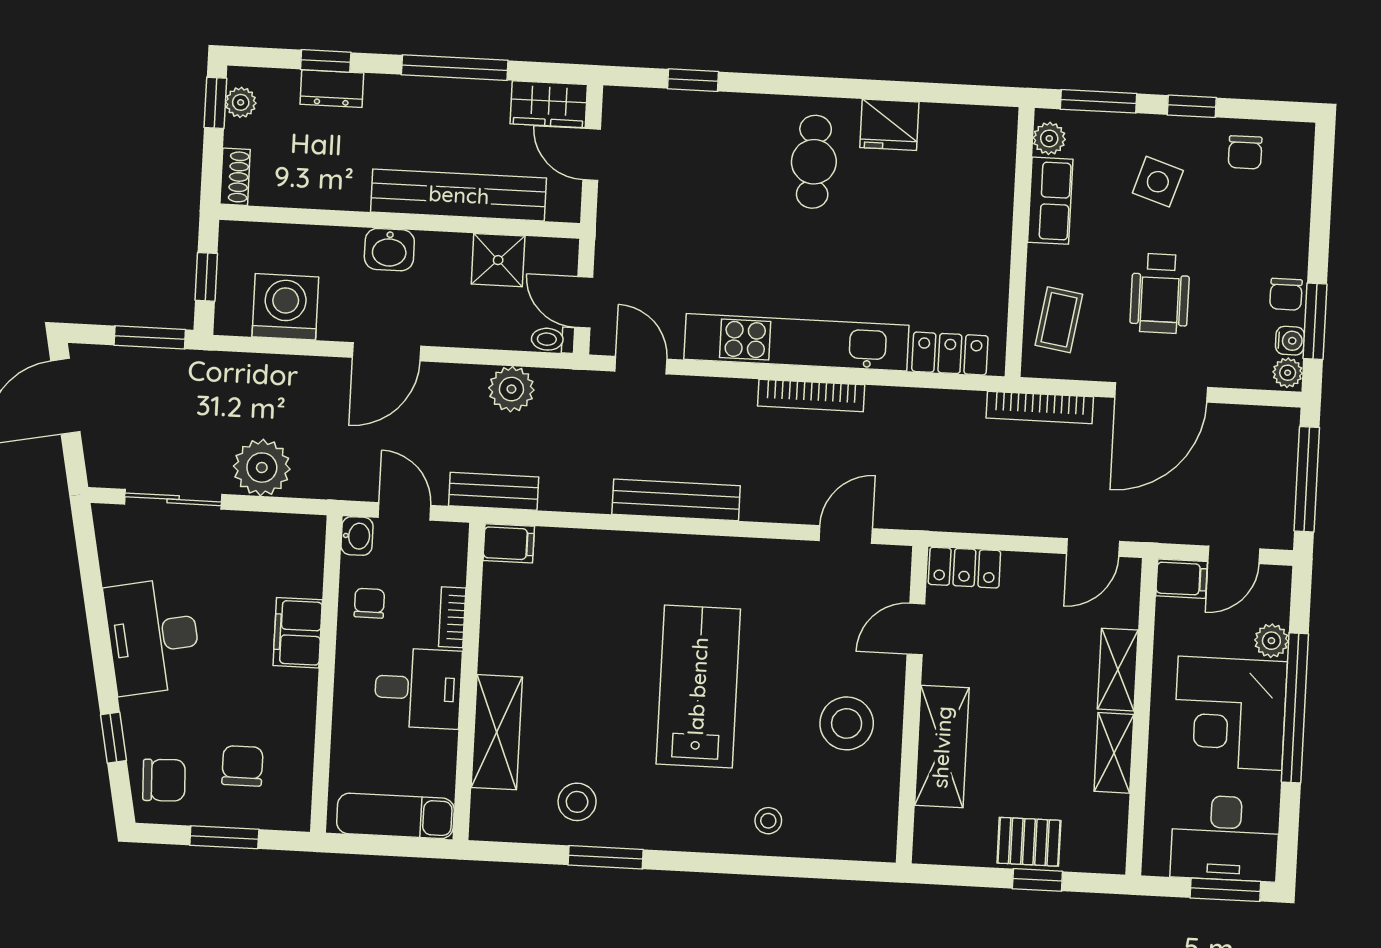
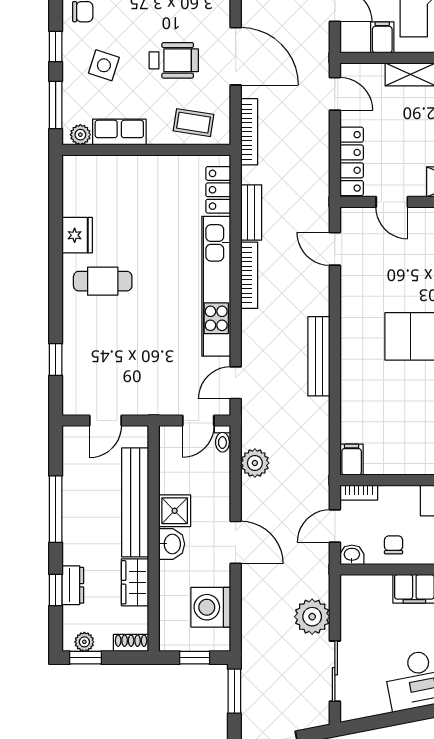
wardrobe: (549, 104) -> (135, 582), moved, turned 180
shower: (498, 260) -> (175, 511), moved
bench: (494, 491) -> (251, 212), moved
locker: (964, 568) -> (352, 161), width x1.53
filing cabinet: (1182, 579) -> (382, 37), moved
chair: (369, 603) -> (394, 545), turned 90
bookcase: (452, 617) -> (359, 493), moved

